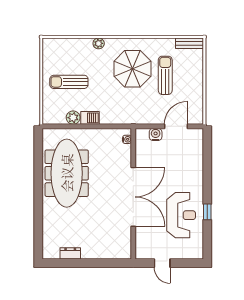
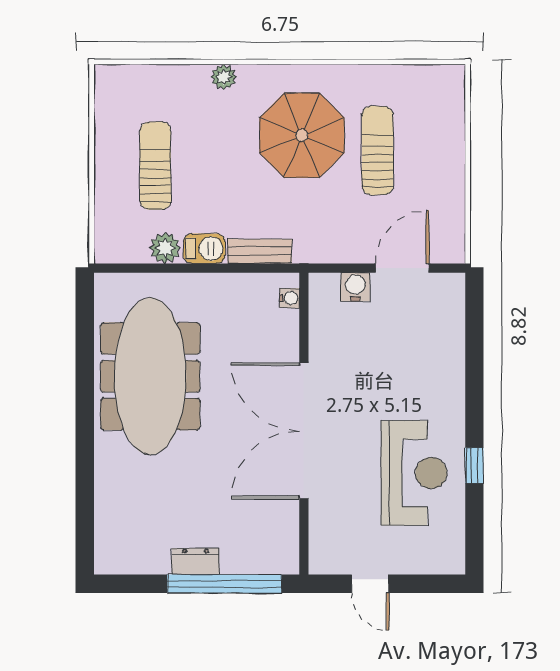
bench: (189, 43) -> (260, 251), moved
sun lounger: (69, 82) -> (155, 166), turned 90
double door: (133, 197) -> (304, 431), swing flipped
dresser: (70, 253) -> (195, 561), moved
window: (99, 263) -> (224, 584), added

